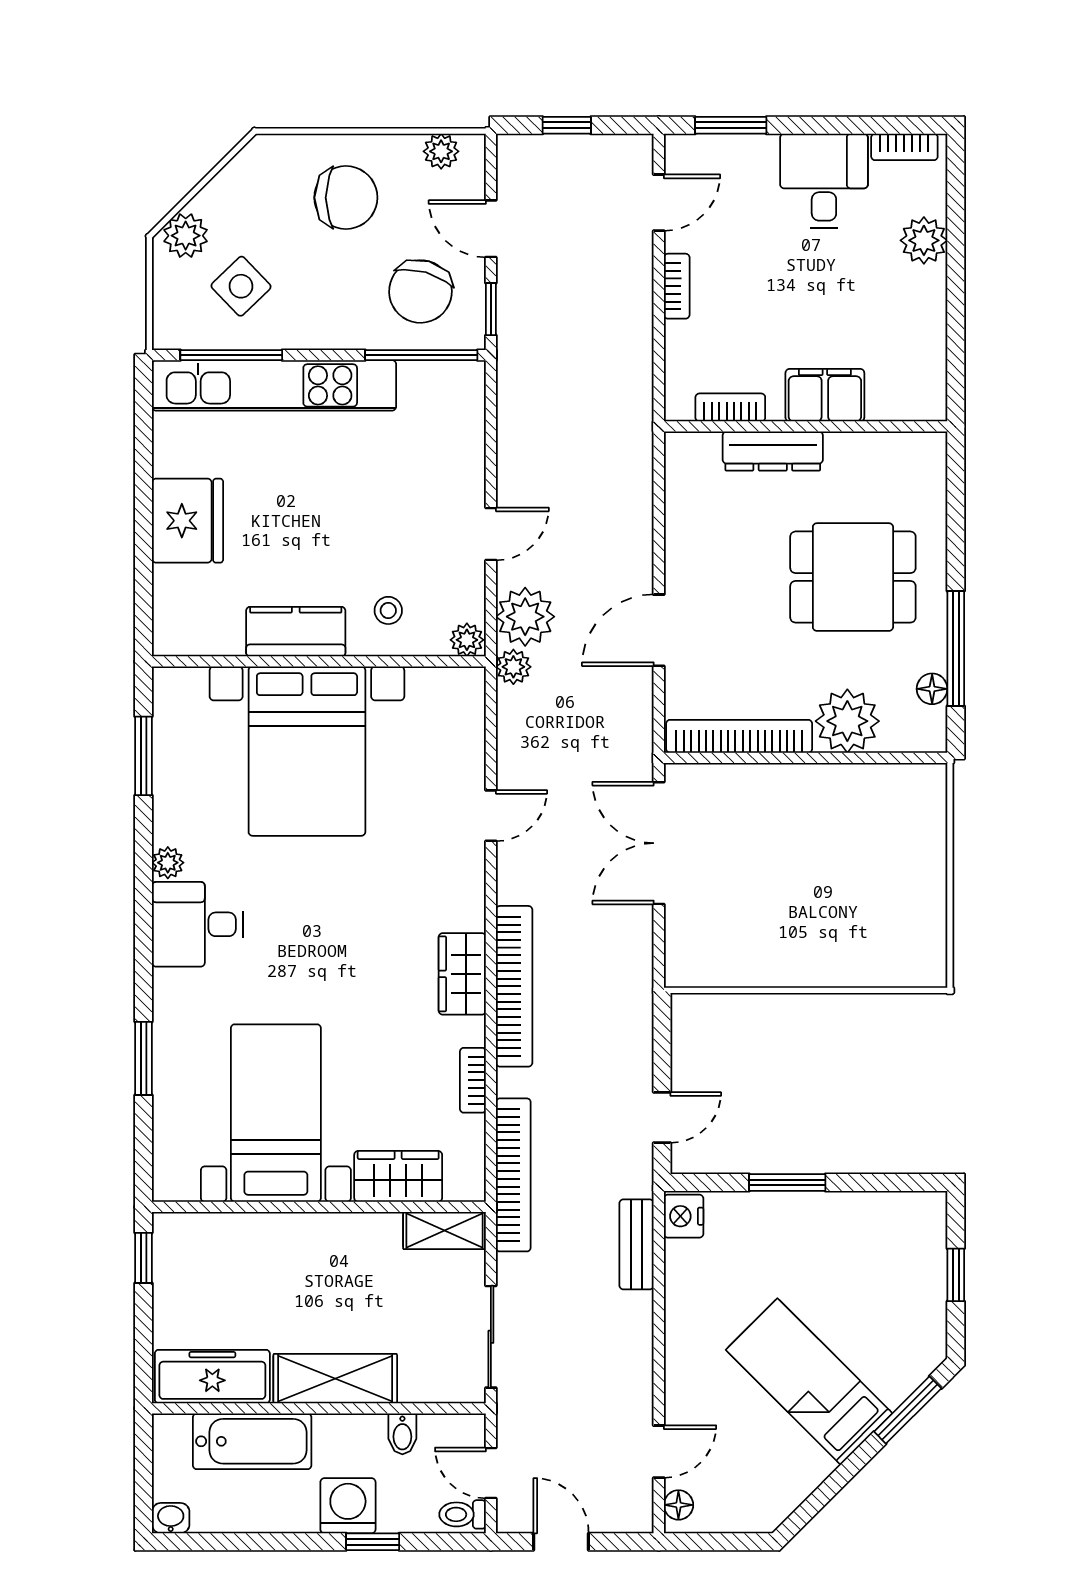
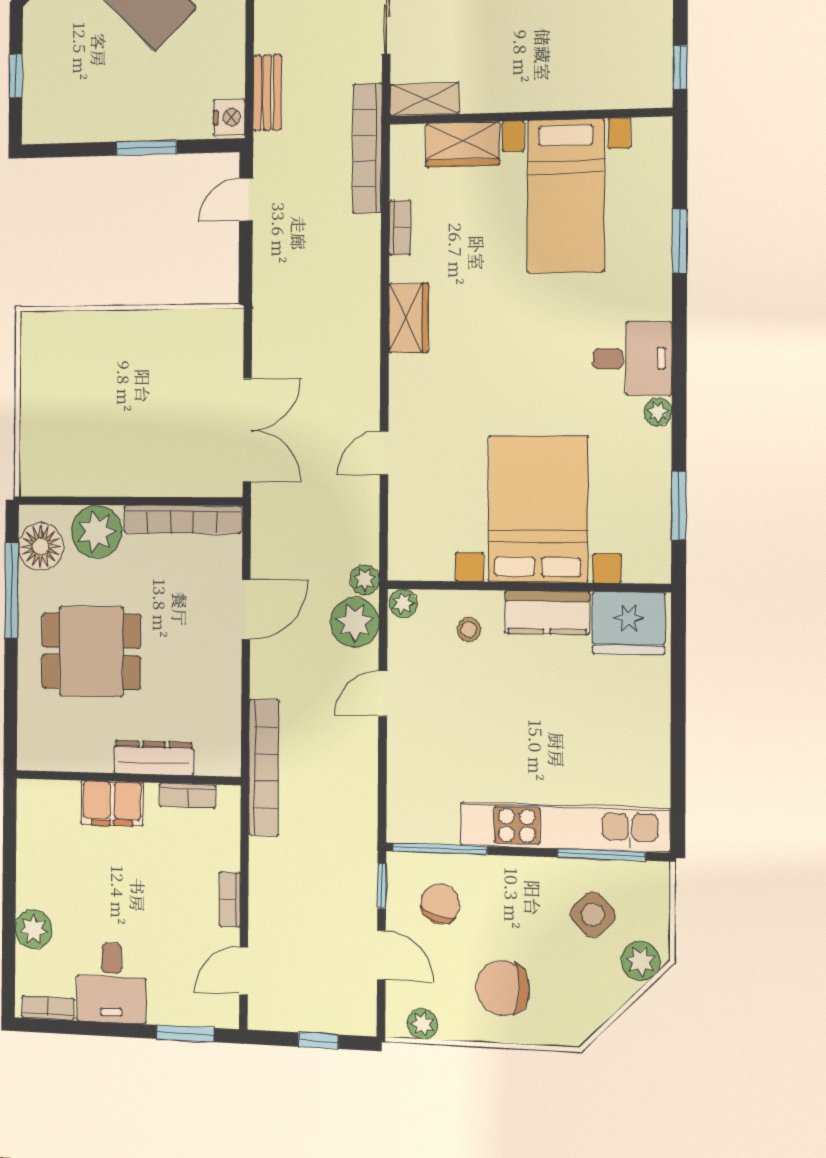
chair: (420, 291) -> (440, 904), width x0.73, depth x0.73
fridge: (187, 521) -> (629, 623), moved, turned -90
floor lamp: (932, 689) -> (41, 546), width x1.89, depth x1.89
bookcase: (514, 986) -> (264, 767), moved, turned 180

